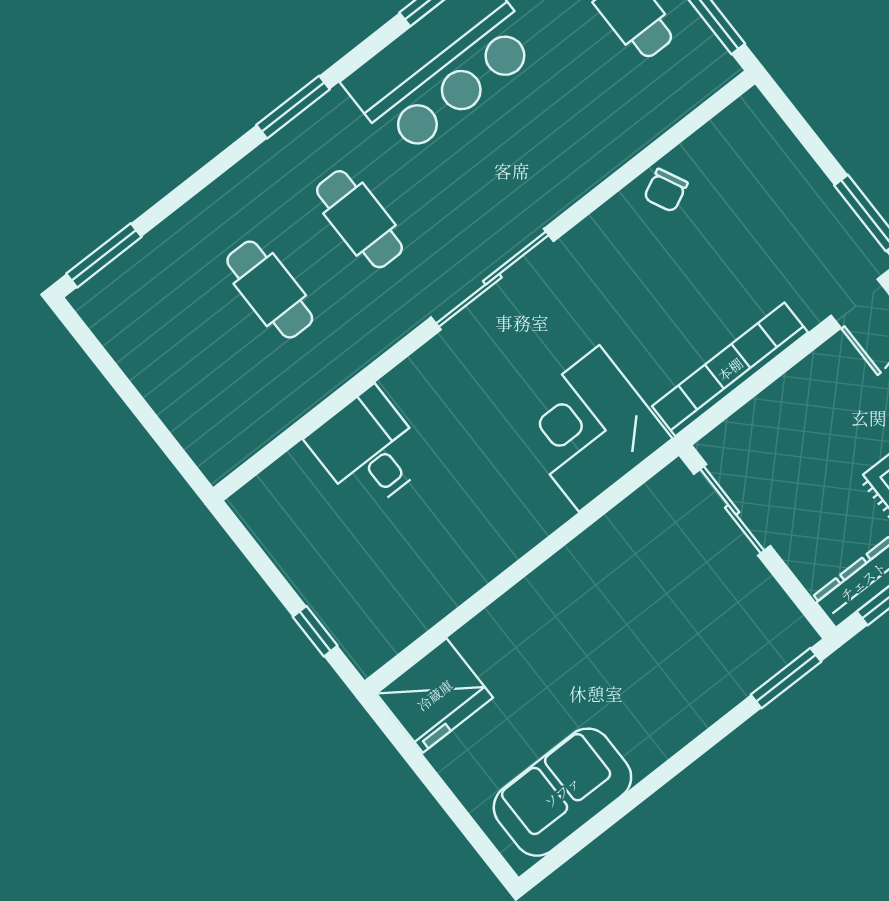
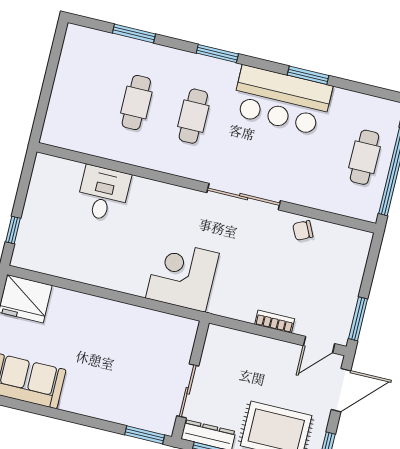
window: (104, 255) -> (134, 33), moved
sliding door: (492, 279) -> (244, 197), moved
bookcase: (730, 369) -> (275, 322), width x0.43, depth x0.76
sliding door: (732, 510) -> (188, 391), moved

